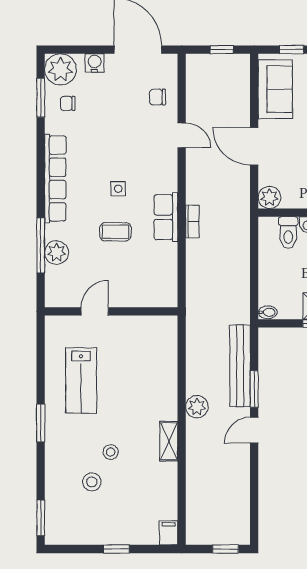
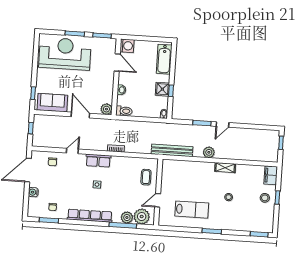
plant: (60, 69) -> (142, 217), moved
door: (254, 146) -> (80, 115), swing flipped
row of seats: (166, 217) -> (98, 161), moved
coffee table: (115, 232) -> (146, 177), moved
toilet: (288, 233) -> (124, 111), moved
door: (95, 311) -> (158, 200), hinge flipped
bench: (240, 366) -> (172, 150), moved
door: (254, 430) -> (222, 124), hinge flipped
stool: (92, 482) -> (265, 198), moved
filing cabinet: (169, 533) -> (271, 175), width x2.00

